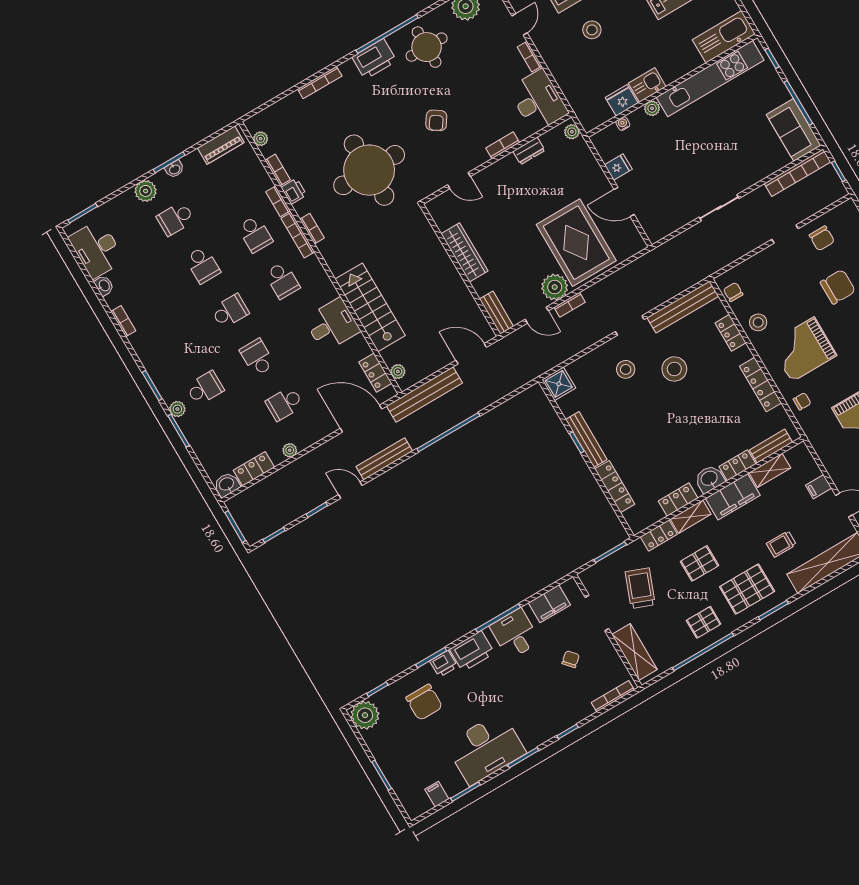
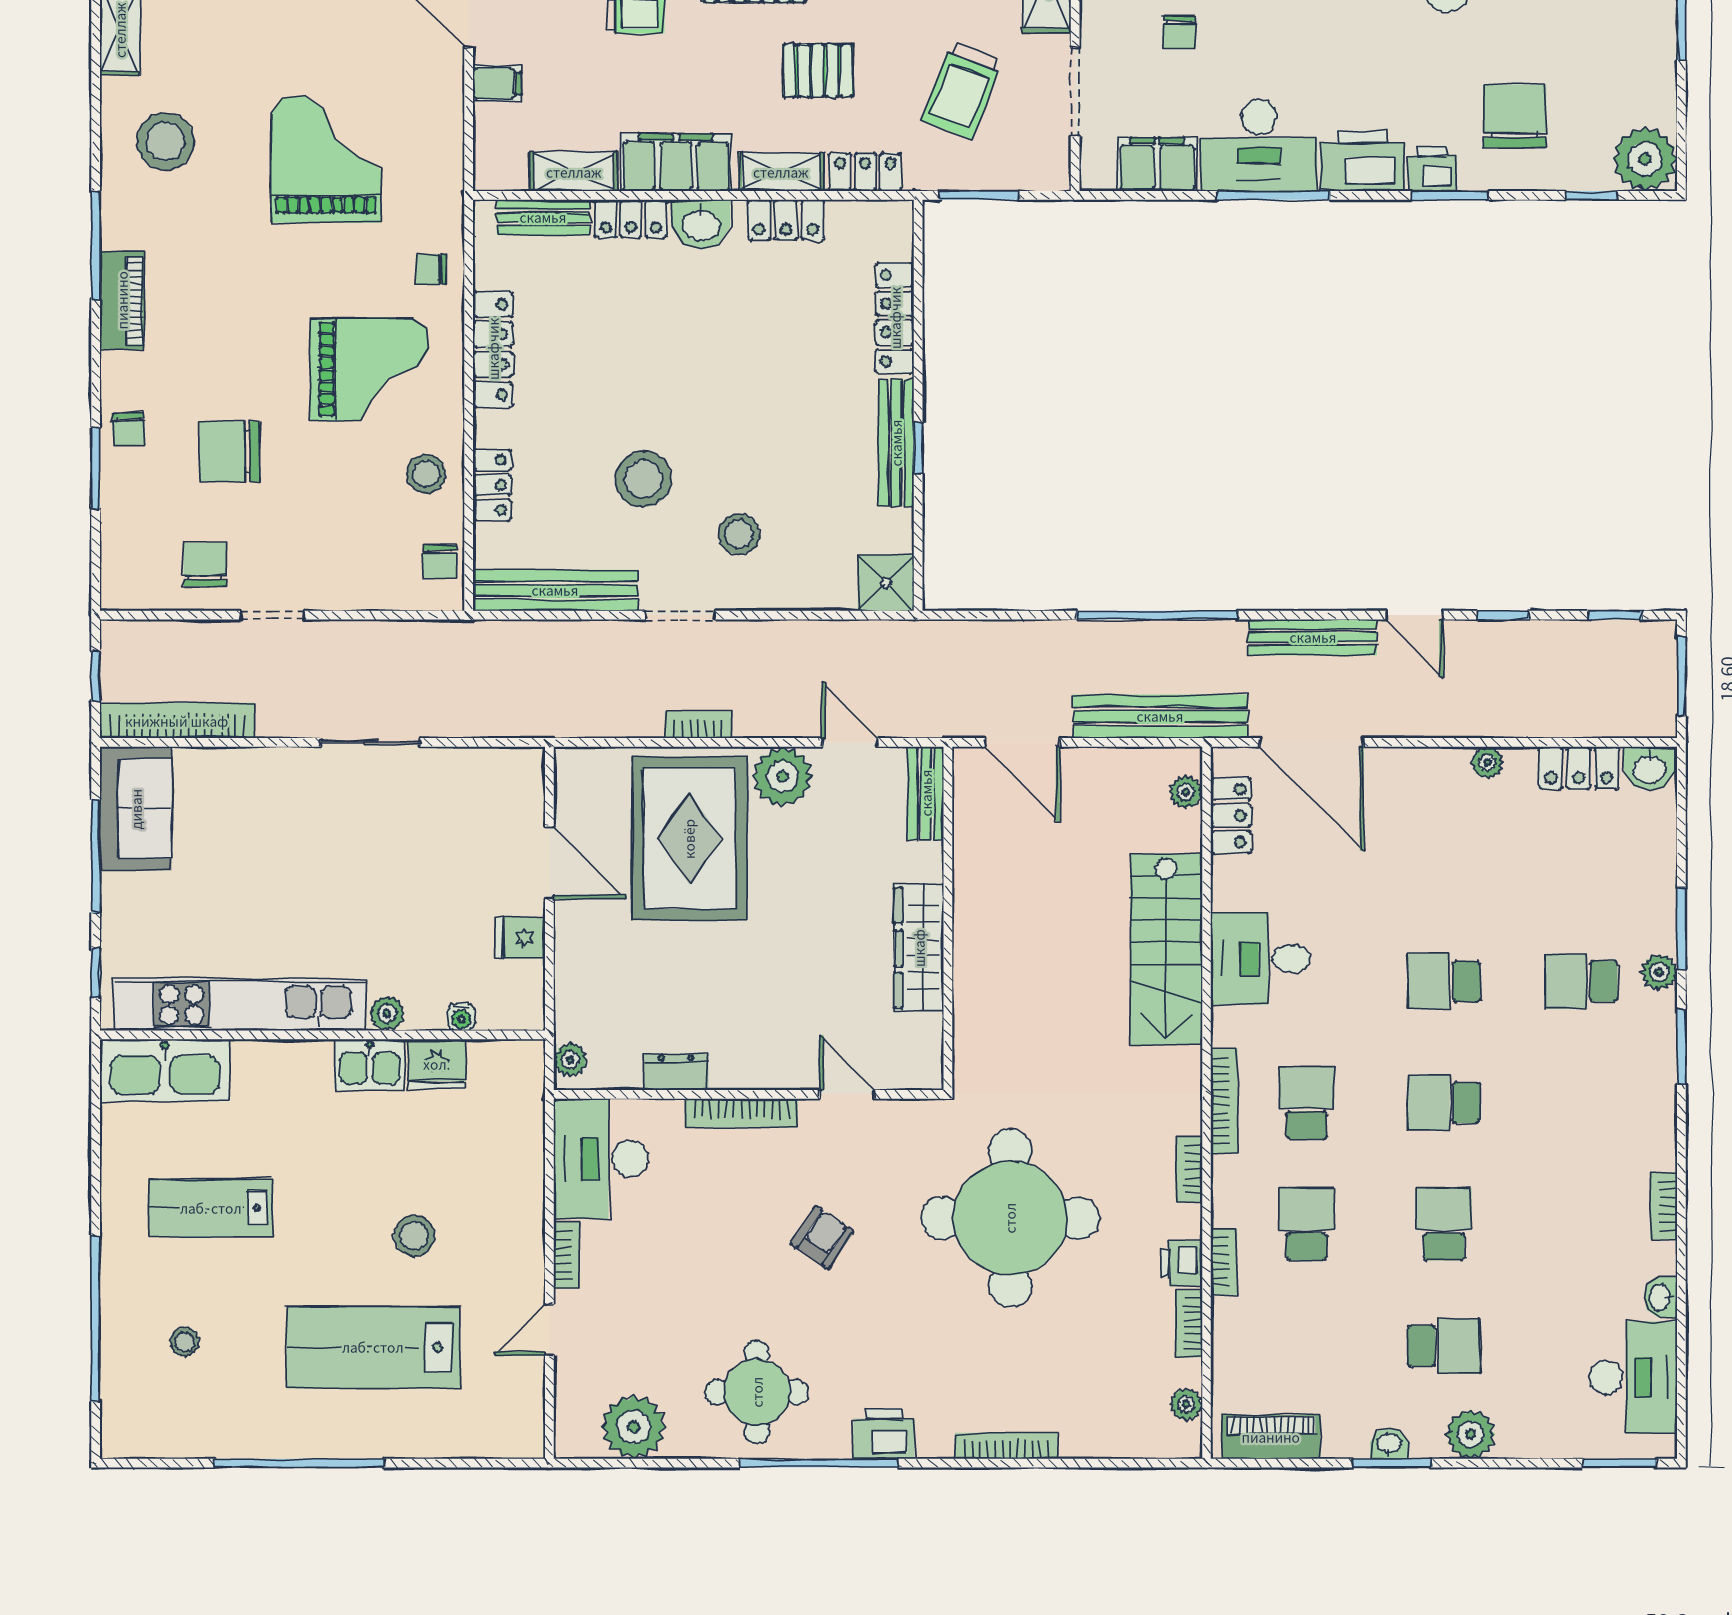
printer: (374, 59) -> (884, 1434), width x0.73, depth x0.84
bookcase: (503, 145) -> (741, 1113), width x1.56
bookcase: (298, 235) -> (1224, 1101), moved
bookcase: (570, 305) -> (698, 725), moved
school desk: (257, 357) -> (1444, 981), turned 90
school desk: (284, 404) -> (1444, 860), removed
desk: (515, 634) -> (1259, 145), width x1.37
chair: (571, 659) -> (1179, 32), turned -49

